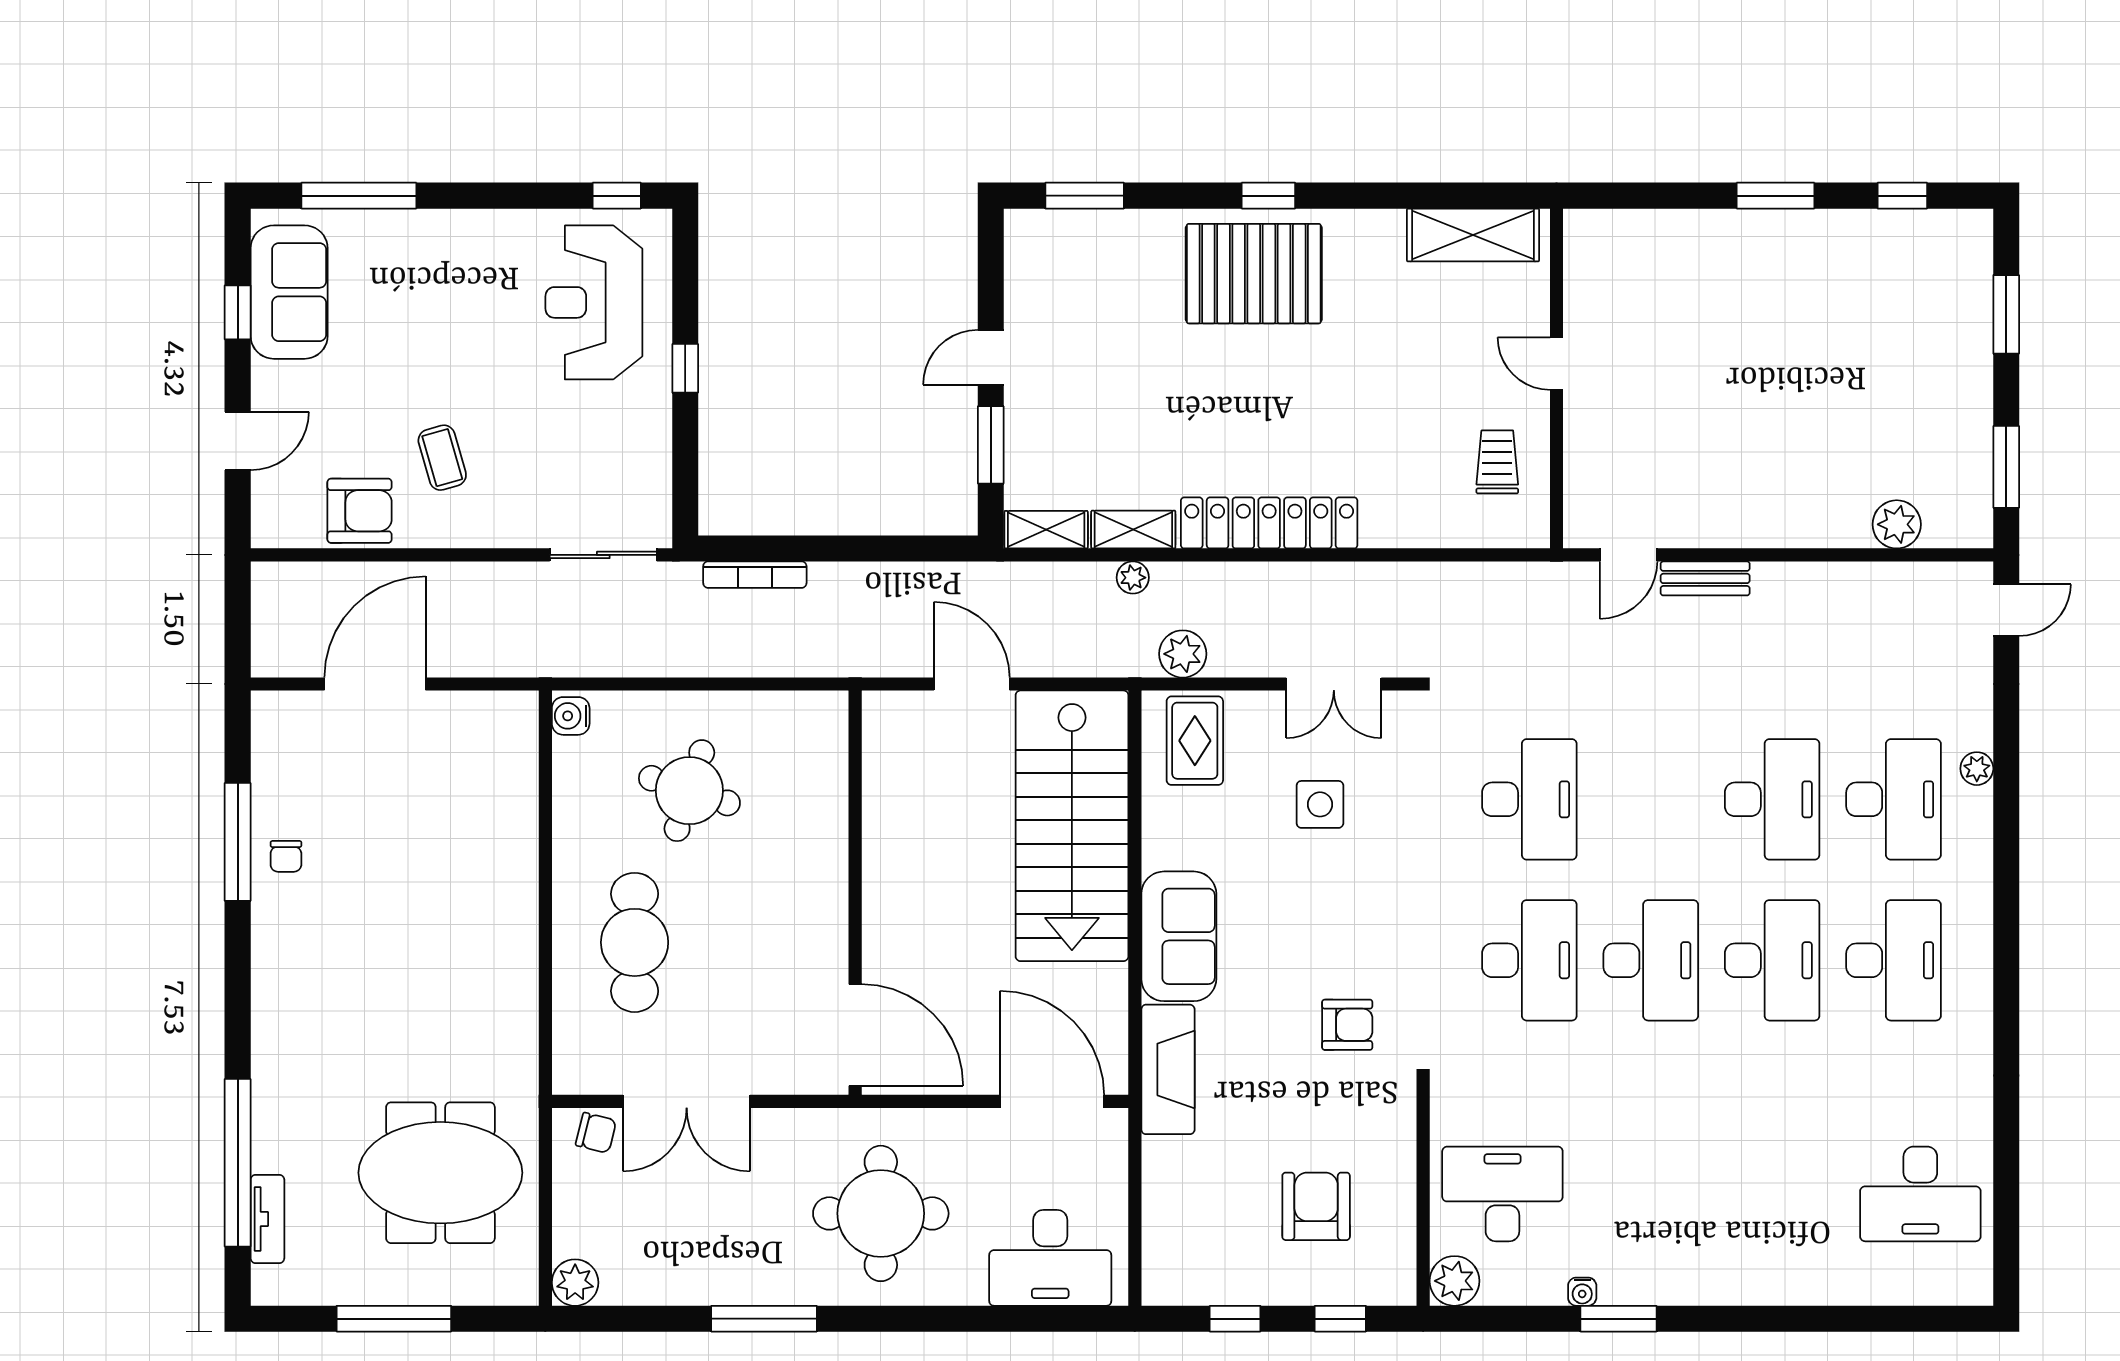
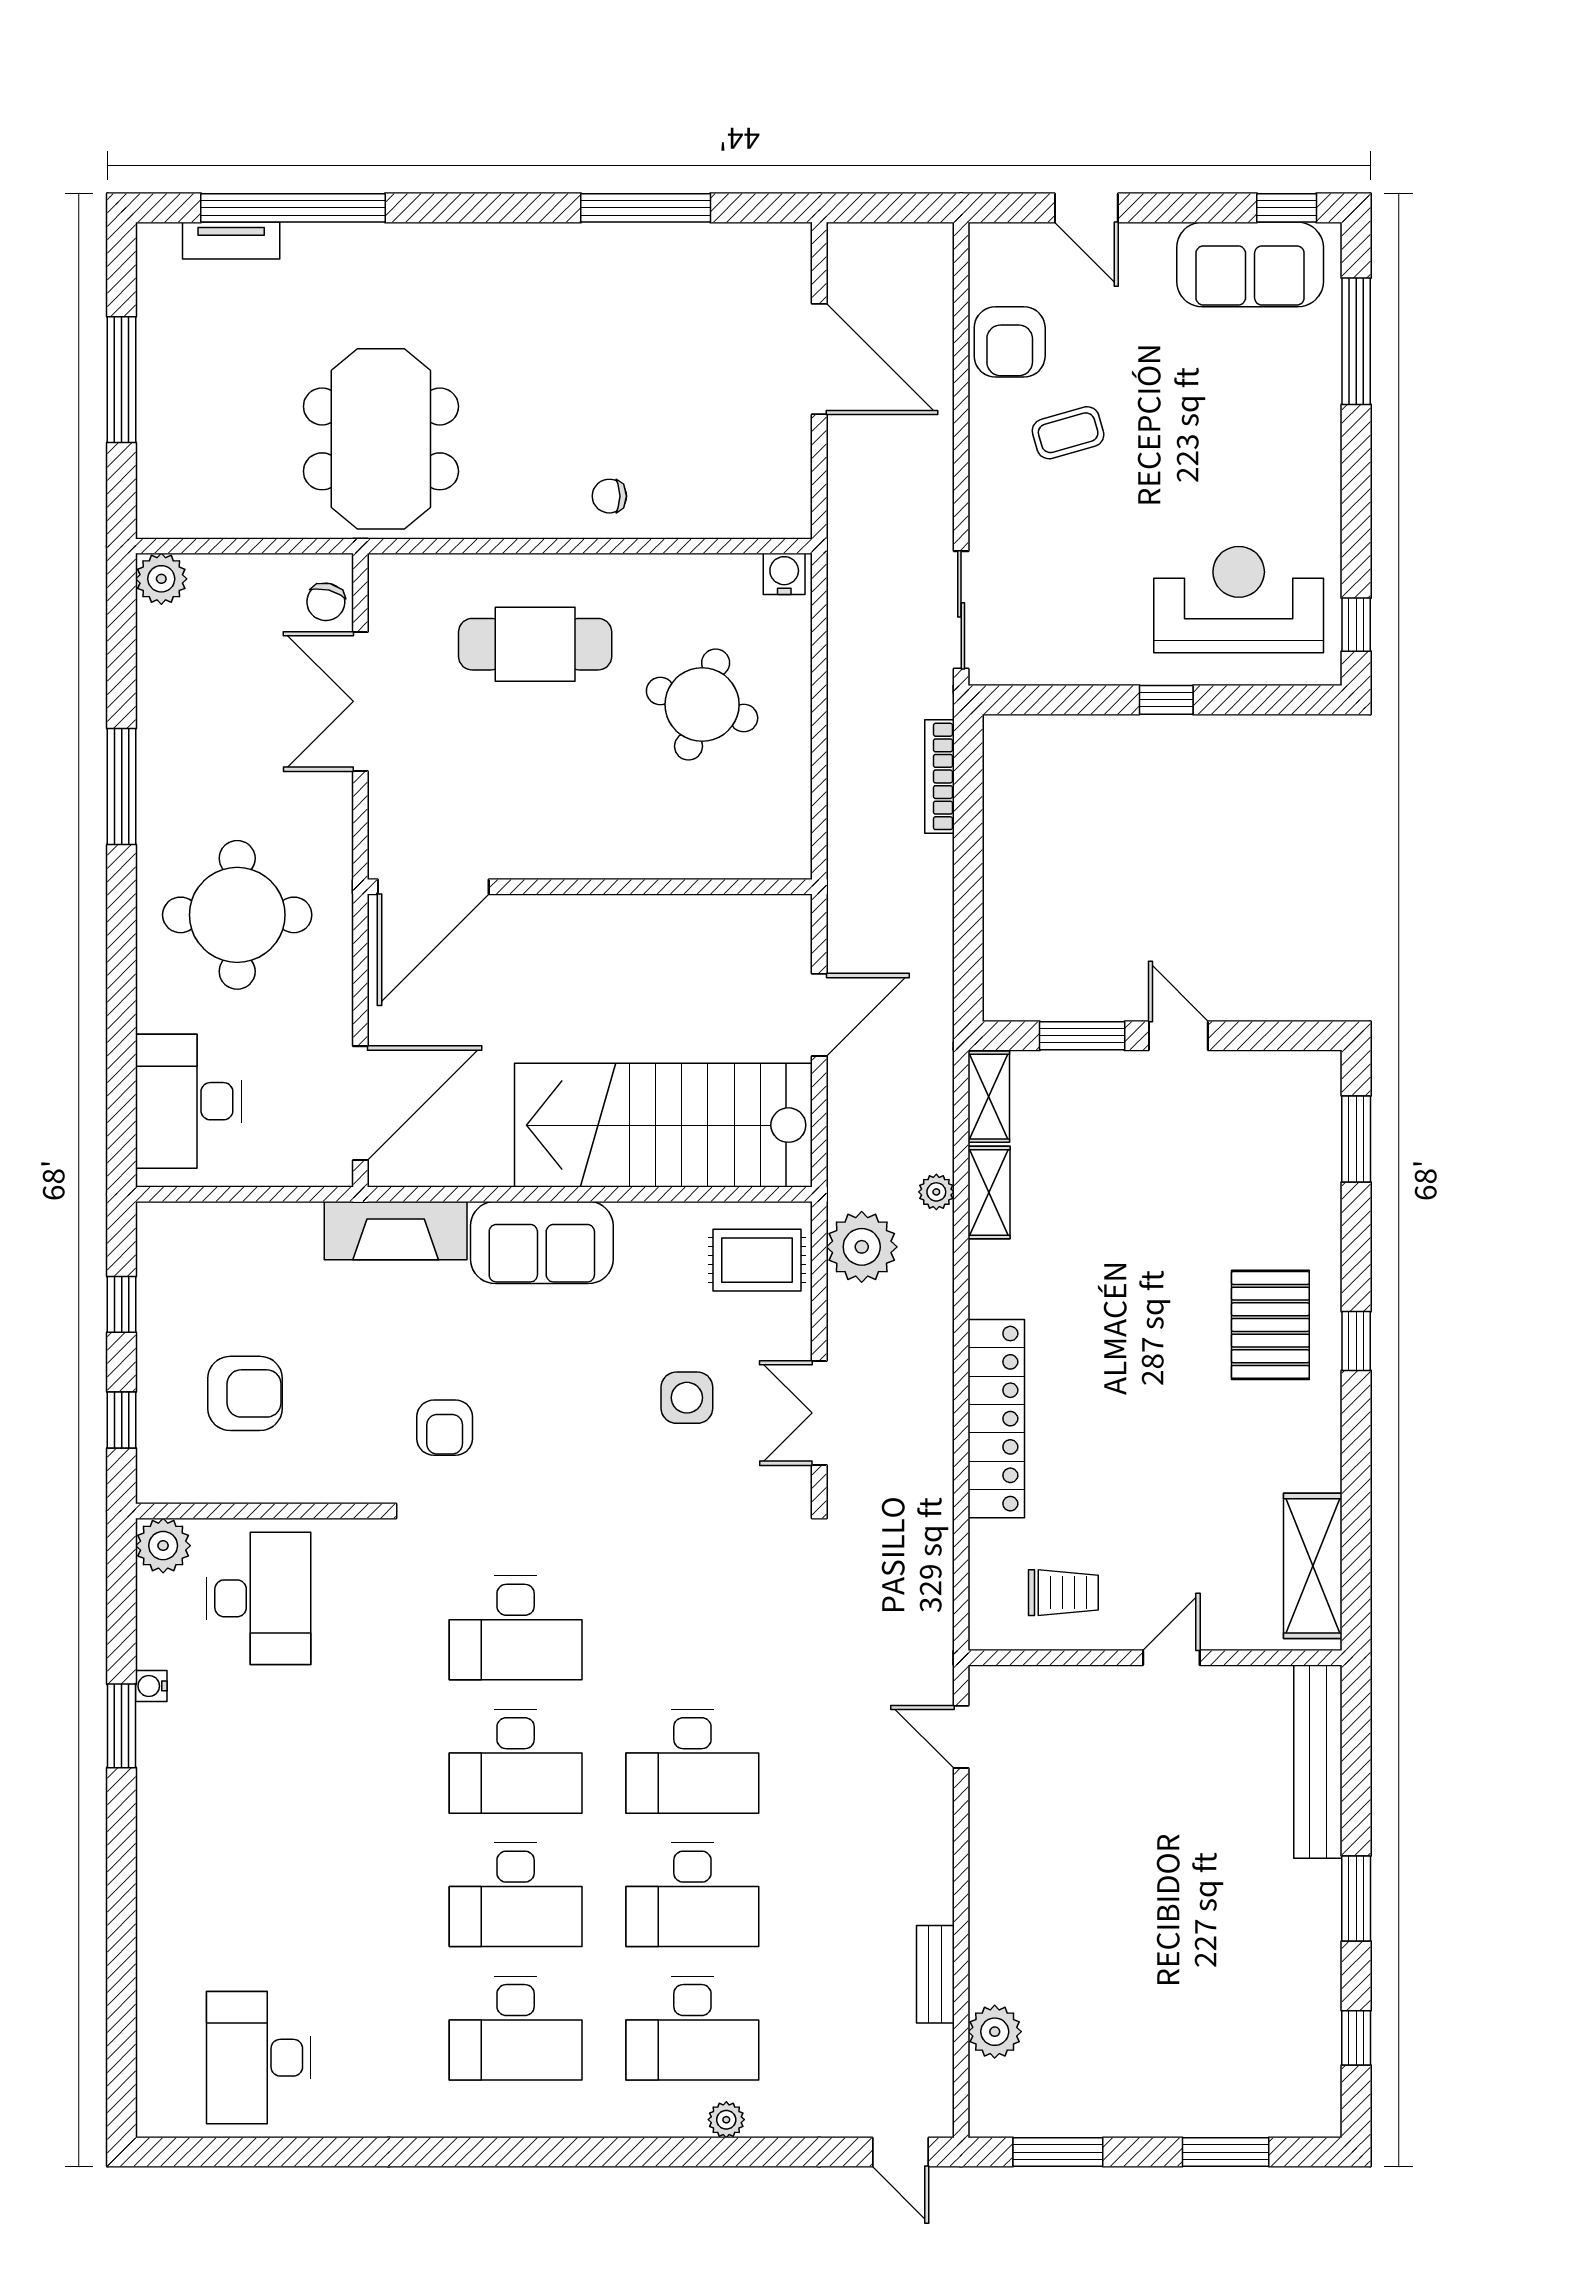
bench: (1651, 230) -> (1318, 1762), added
pallet: (1254, 274) -> (1270, 1325), width x0.73, depth x0.71
window: (238, 312) -> (1287, 208), moved
locker: (1269, 523) -> (996, 1419), moved
bench: (1705, 578) -> (935, 1974), moved
plant: (1183, 654) -> (862, 1247), width x1.36, depth x1.36
desk: (1529, 799) -> (692, 1761), moved
chair: (286, 856) -> (609, 496), moved
meeting table: (440, 1173) -> (381, 439), moved

